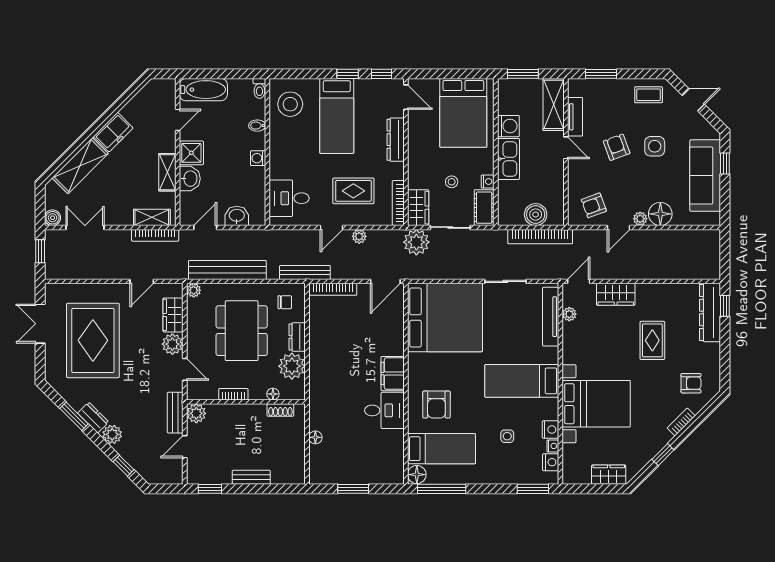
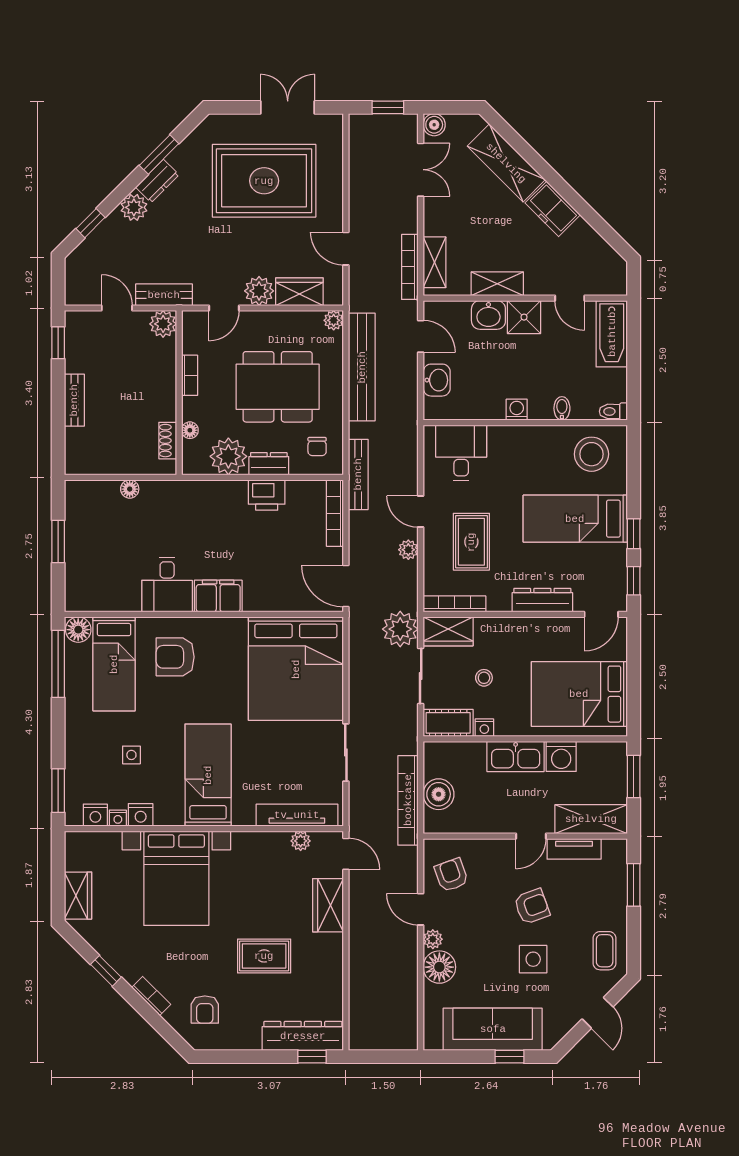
printer: (320, 339) -> (267, 495), added

